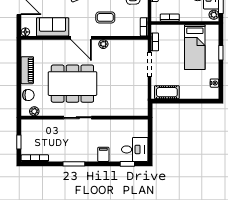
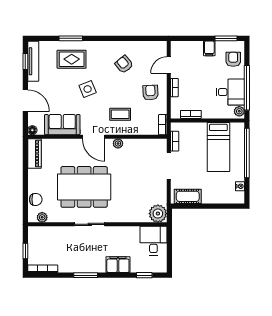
window: (221, 53) -> (247, 153), width x3.17
piano: (27, 70) -> (34, 154), moved
plant: (140, 108) -> (158, 214), added
desk: (135, 149) -> (153, 241), moved, turned -90
filing cabinet: (103, 154) -> (118, 265), width x2.00

